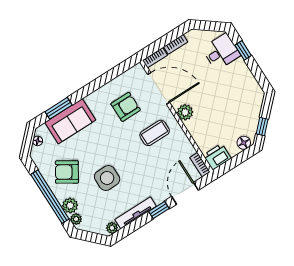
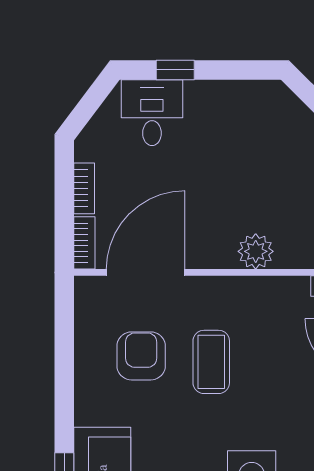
plant: (185, 112) -> (256, 251), moved
coffee table: (155, 133) -> (211, 362), moved

